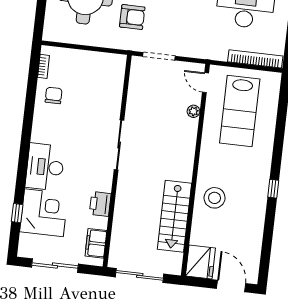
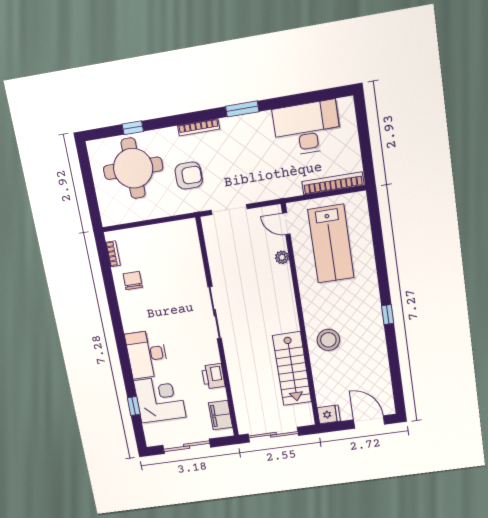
fridge: (200, 262) -> (329, 414), width x0.53, depth x0.75

